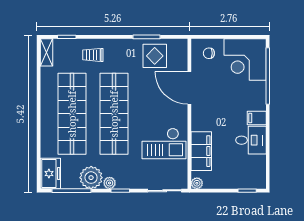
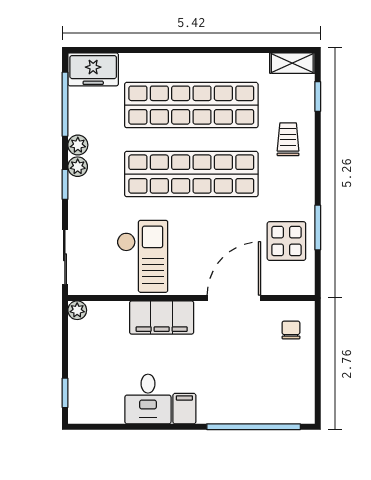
corner desk: (245, 60) -> (280, 389), removed
checkout: (164, 144) -> (142, 256), turned 180
filing cabinet: (201, 151) -> (162, 317), moved
plant: (91, 178) -> (78, 145), width x0.53, depth x0.53

